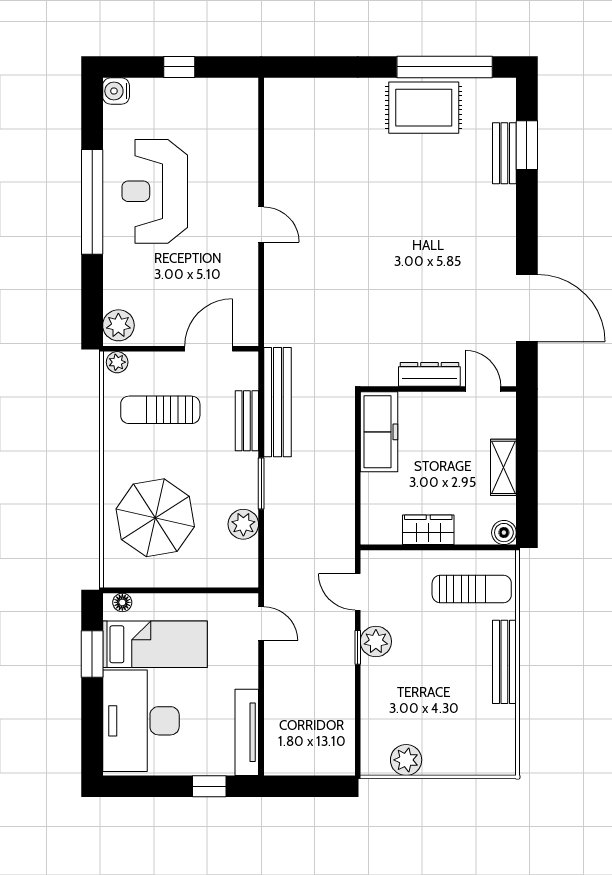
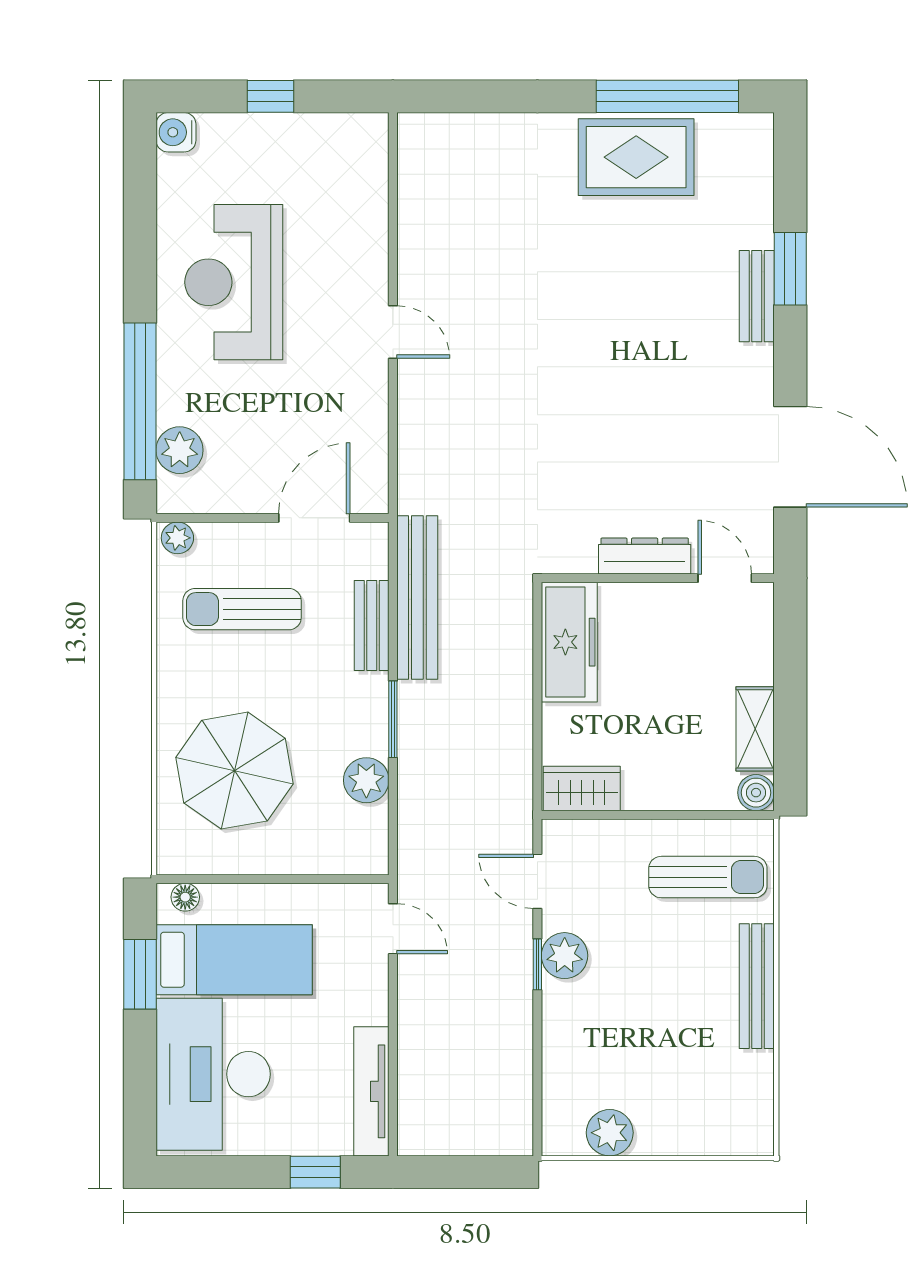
window: (527, 145) -> (790, 269), moved
bench: (504, 153) -> (757, 296), moved
window: (92, 202) -> (140, 401), moved
plant: (118, 325) -> (180, 450), moved
shelving: (503, 467) -> (755, 729), moved
wardrobe: (428, 530) -> (582, 789), moved

